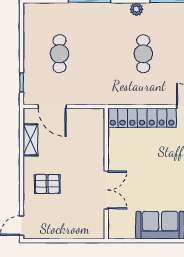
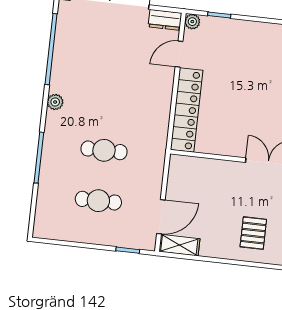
cafe table: (143, 54) -> (104, 150), moved
shelving: (30, 140) -> (179, 245), moved

